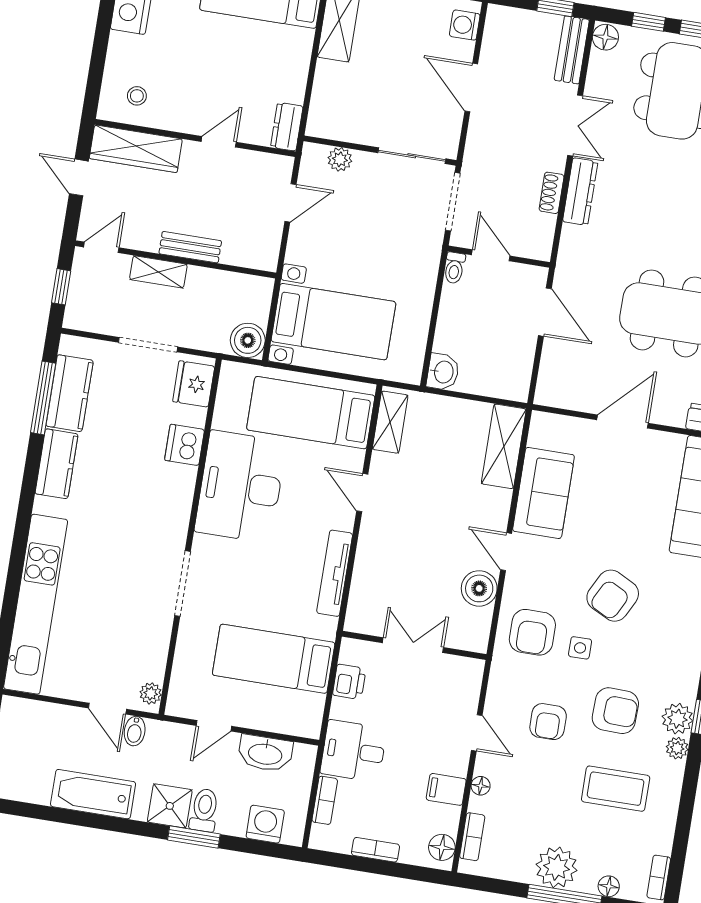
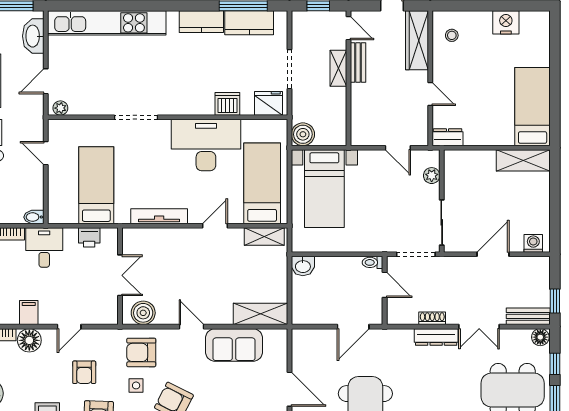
bench: (190, 247) -> (358, 63), moved
door: (491, 255) -> (385, 285), hinge flipped
door: (506, 552) -> (191, 327), hinge flipped
boiler: (479, 588) -> (143, 313), moved
armchair: (548, 722) -> (84, 372), turned -90
bidet: (135, 731) -> (34, 217), moved
washbasin: (265, 753) -> (33, 36), moved
floor lamp: (481, 786) -> (29, 340), width x1.89, depth x1.89

